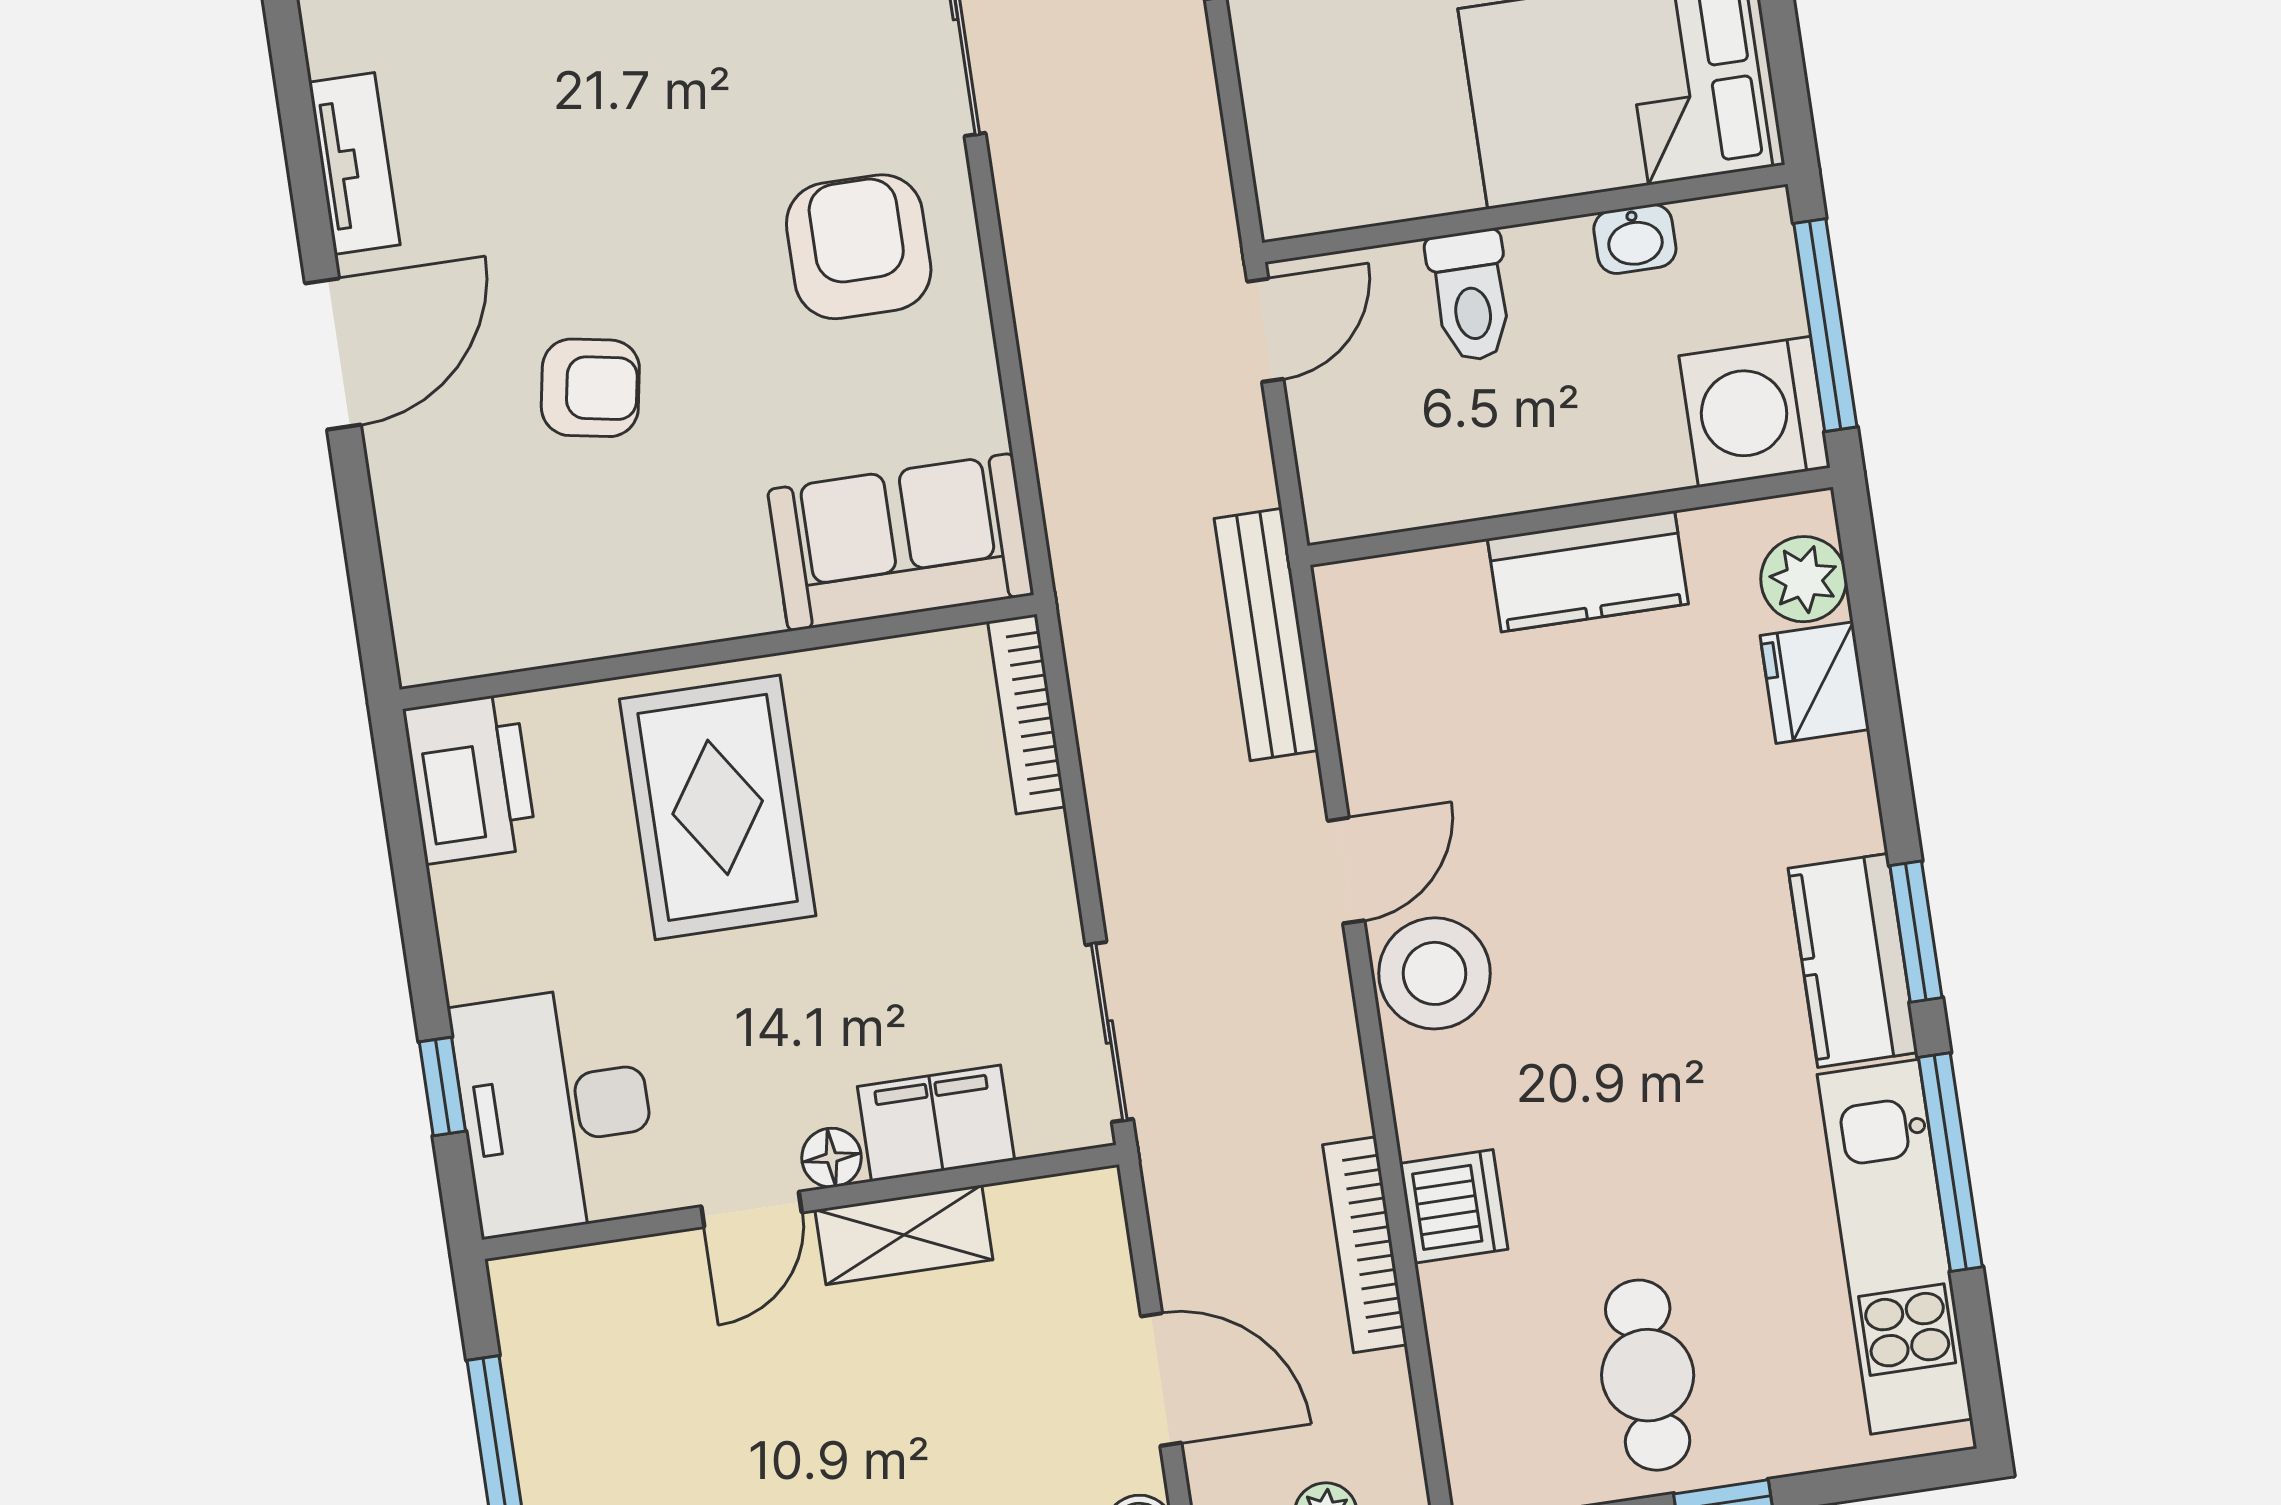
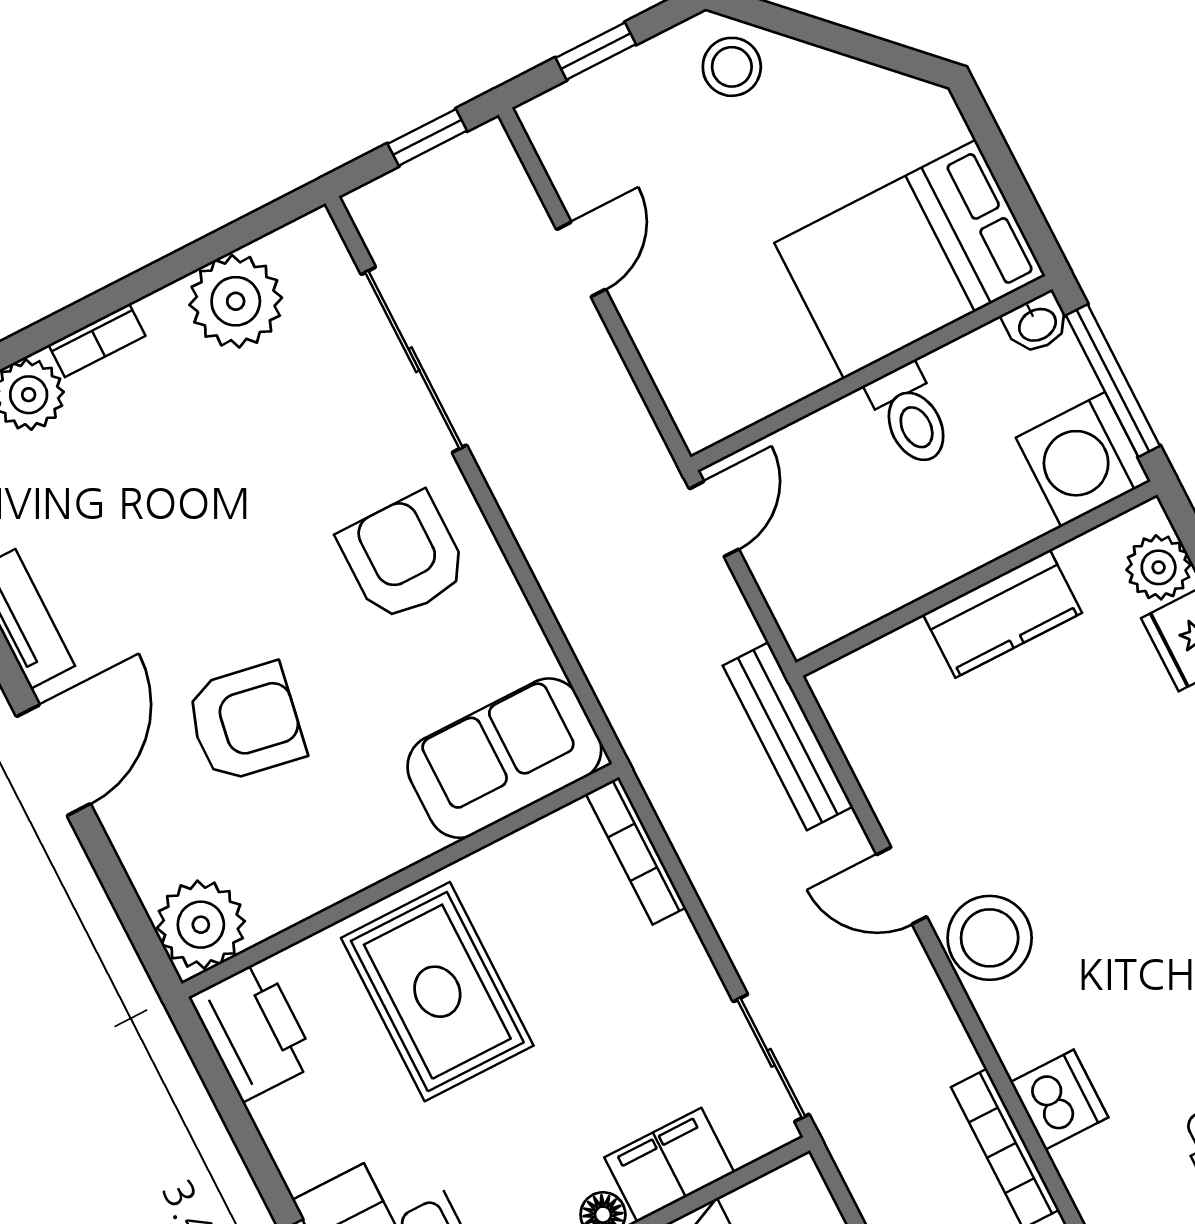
washbasin: (1635, 239) -> (1037, 324), moved
toilet: (1471, 296) -> (910, 415), moved
armchair: (590, 388) -> (245, 722), width x1.38, depth x1.38
plant: (449, 623) -> (201, 925), added
door: (1346, 871) -> (902, 886), swing flipped

